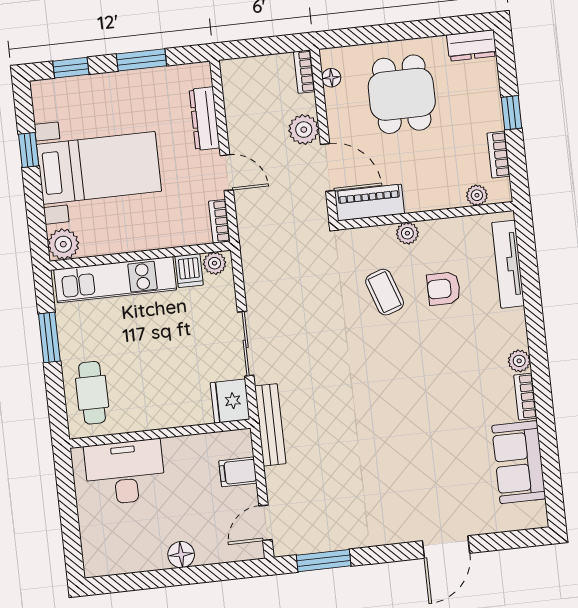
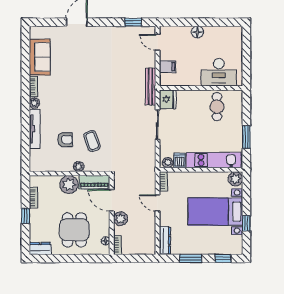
dresser: (204, 119) -> (165, 241), moved
plant: (477, 195) -> (69, 184), moved, width x1.87, depth x1.87
tv unit: (508, 264) -> (35, 129), moved
cafe table: (92, 393) -> (217, 107), moved
door: (265, 523) -> (158, 42), swing flipped
window: (324, 561) -> (133, 22), width x0.67

